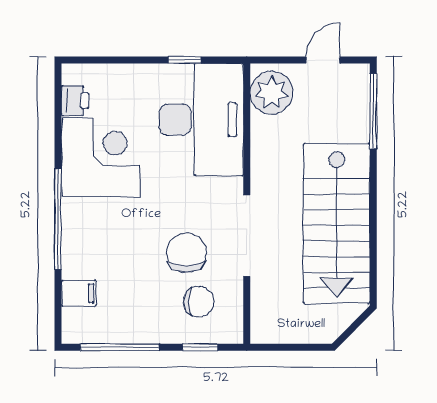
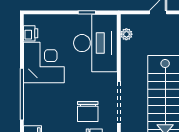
plant: (271, 93) -> (126, 34), width x0.53, depth x0.53
chair: (186, 253) -> (88, 112), turned 180

